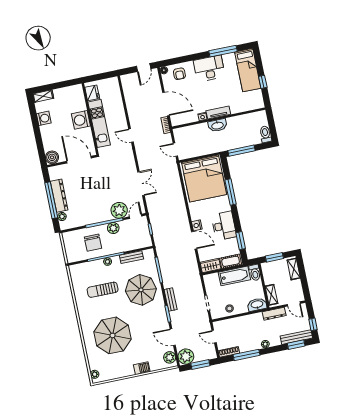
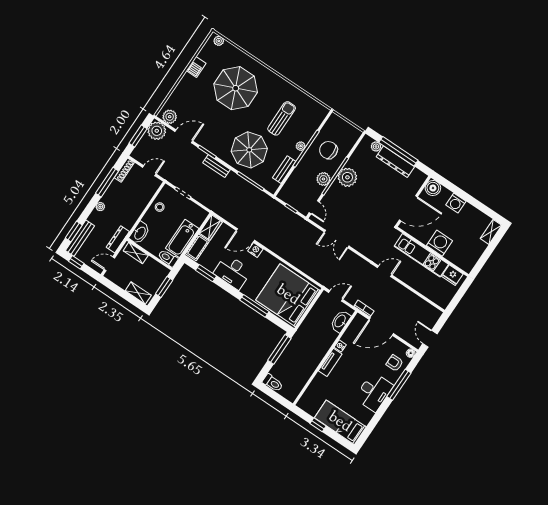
window: (223, 51) -> (399, 385), moved
washing machine: (44, 118) -> (456, 203), moved
washbasin: (217, 125) -> (340, 321), moved
plant: (119, 210) -> (347, 177), moved
barbecue: (142, 368) -> (196, 67), moved

